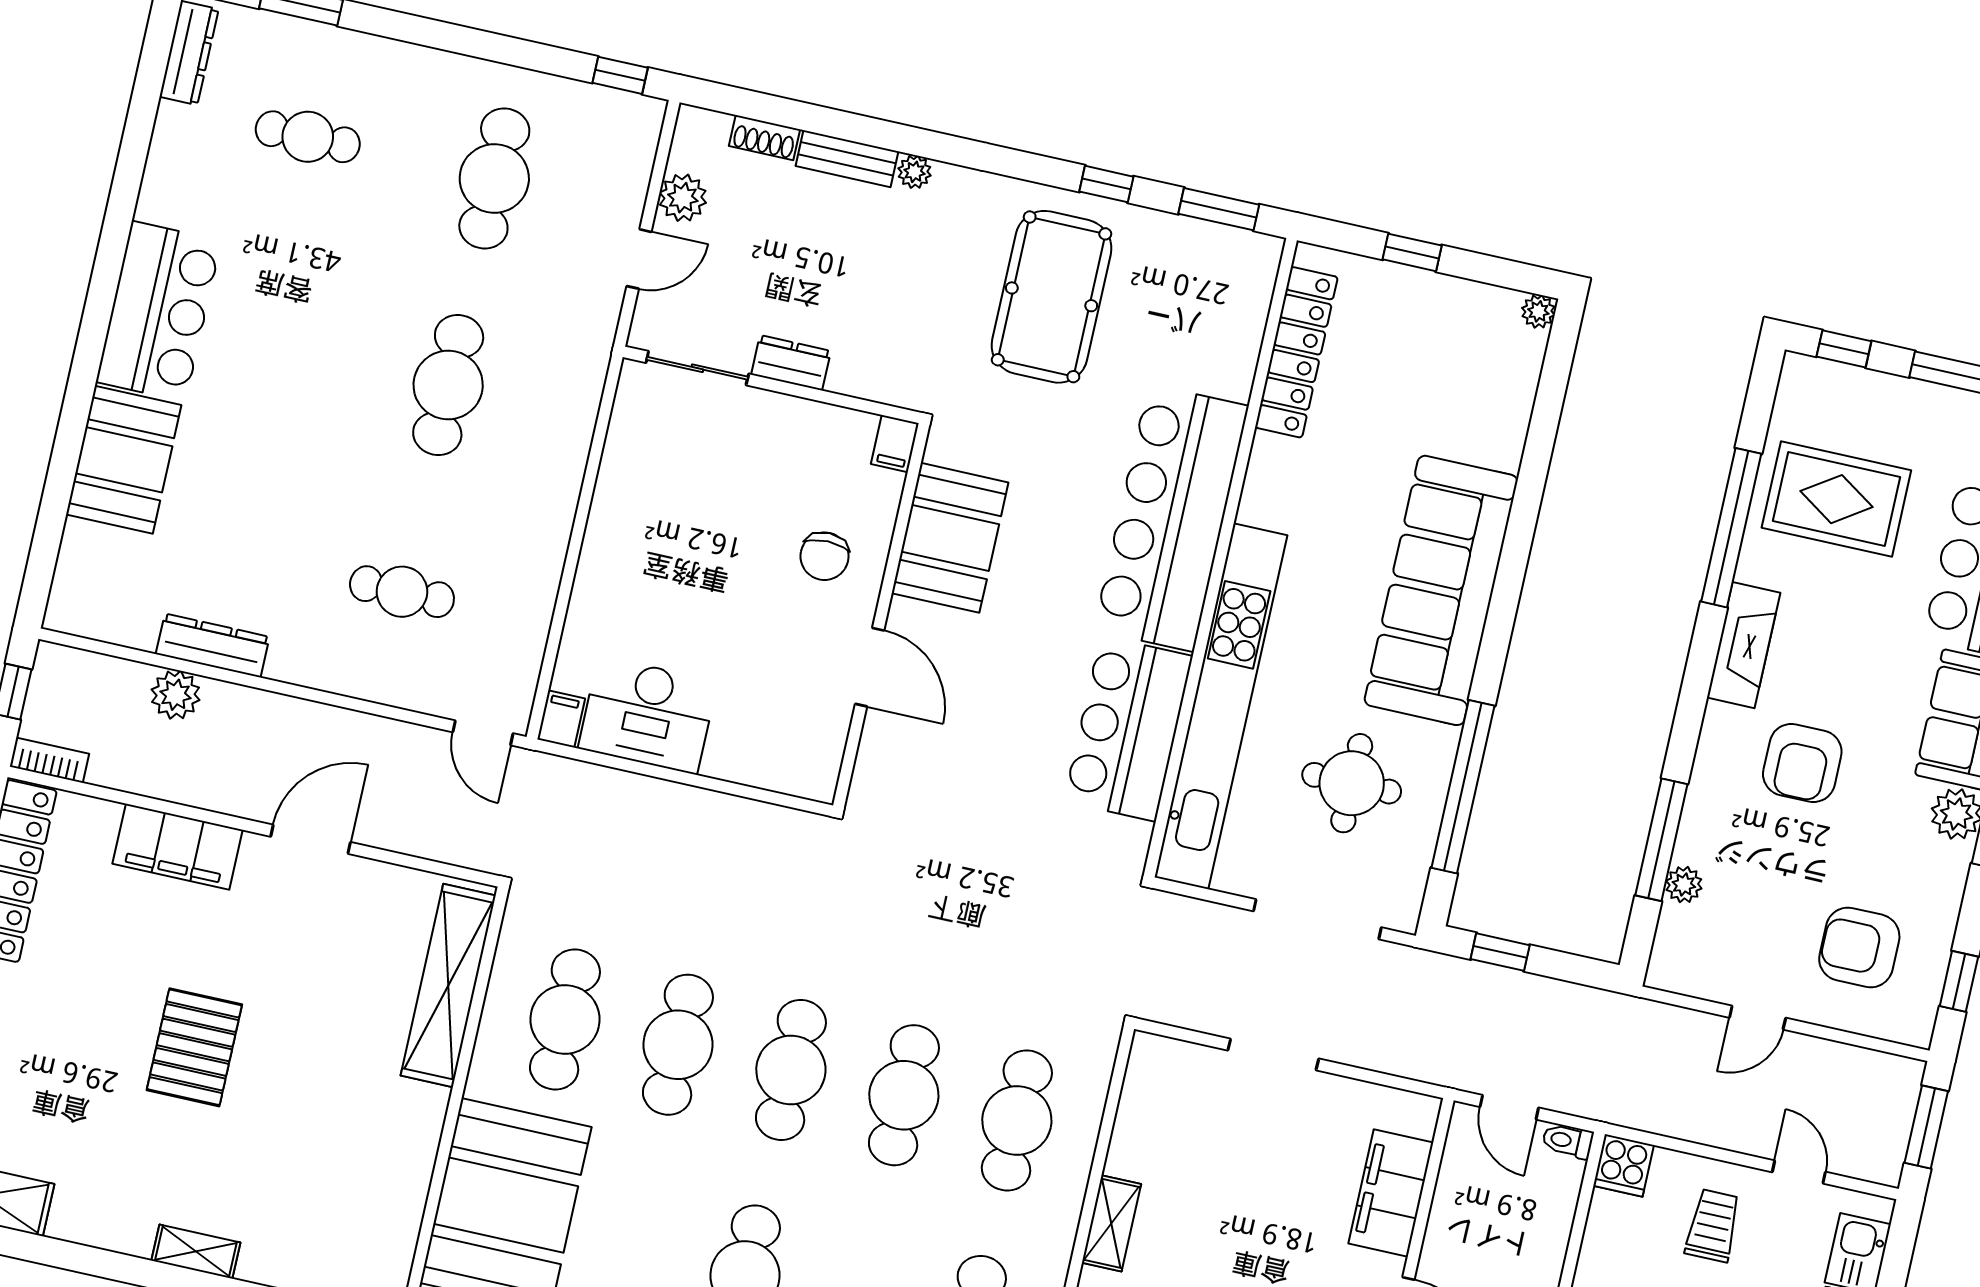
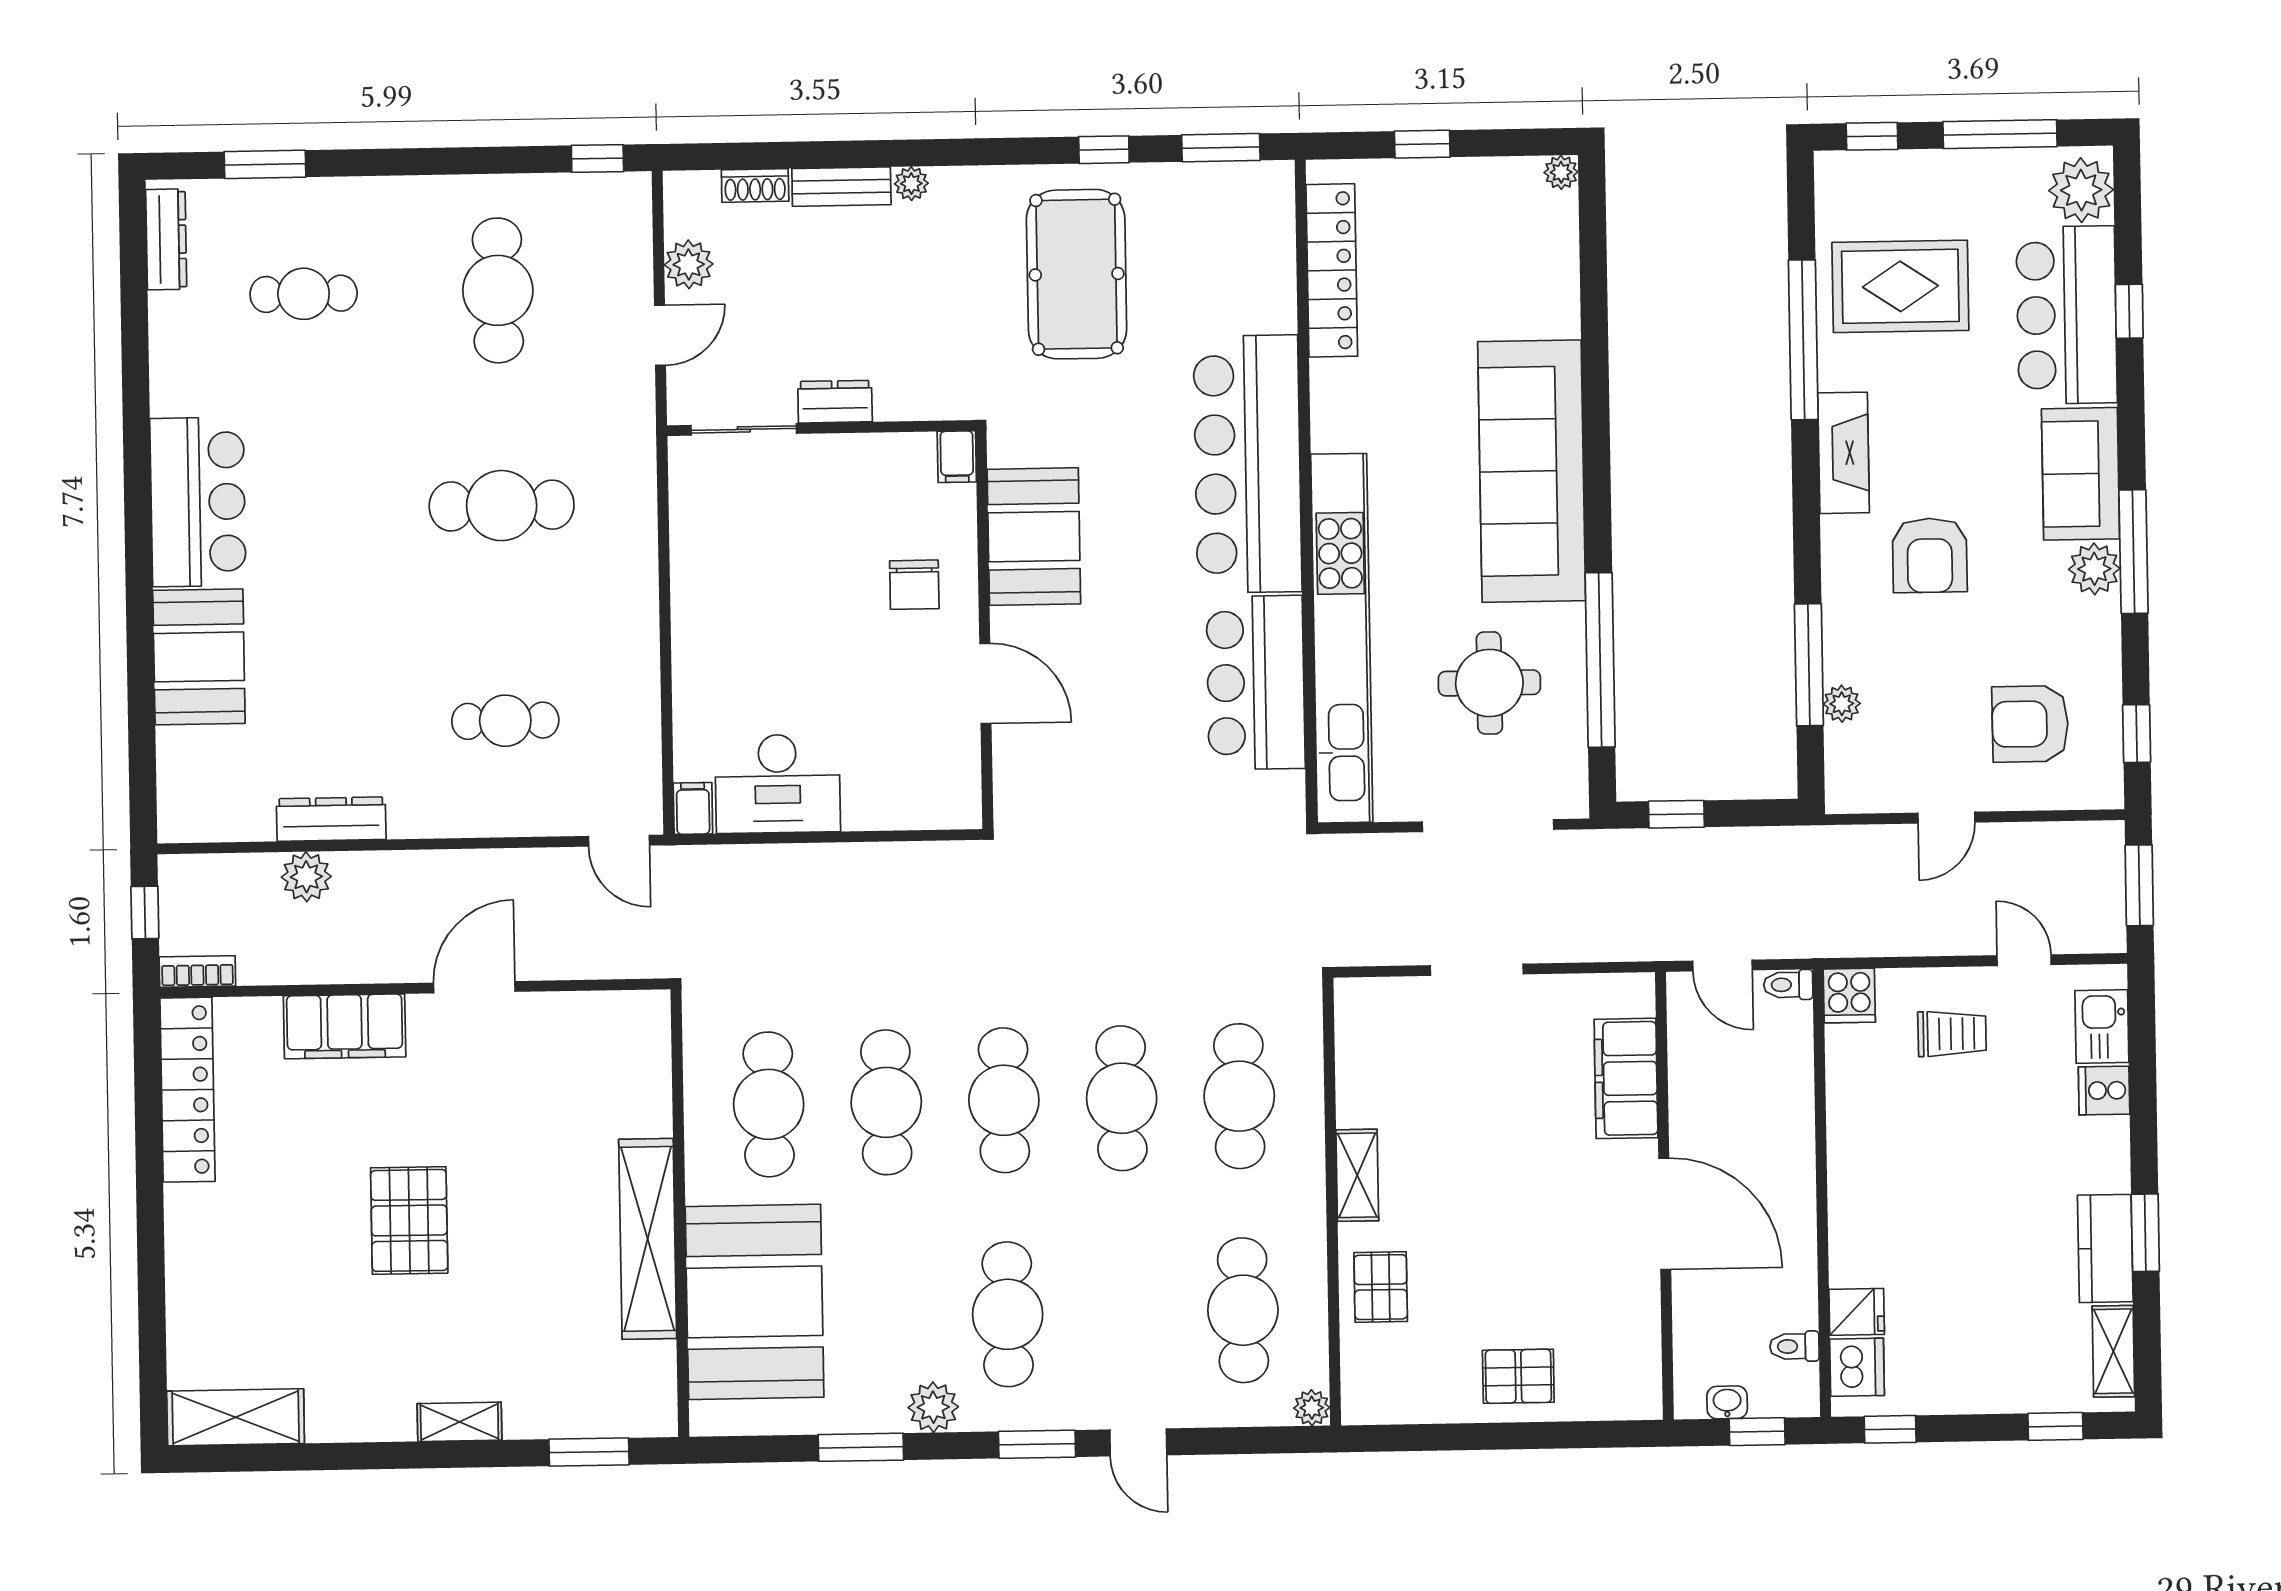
cafe table: (448, 385) -> (502, 506), turned 90
shelving: (448, 986) -> (648, 1239), moved
trolley: (1713, 1226) -> (1952, 1034), turned 90

